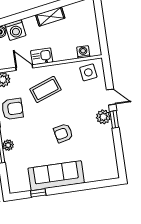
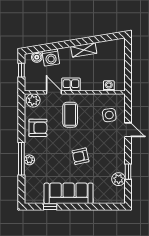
side table: (88, 72) -> (109, 115), moved
coffee table: (45, 89) -> (70, 115), turned -70
plant: (103, 117) -> (119, 179), moved
window: (114, 119) -> (128, 172), moved

